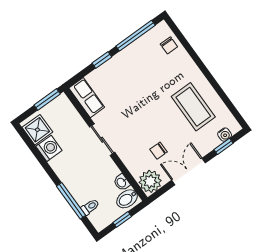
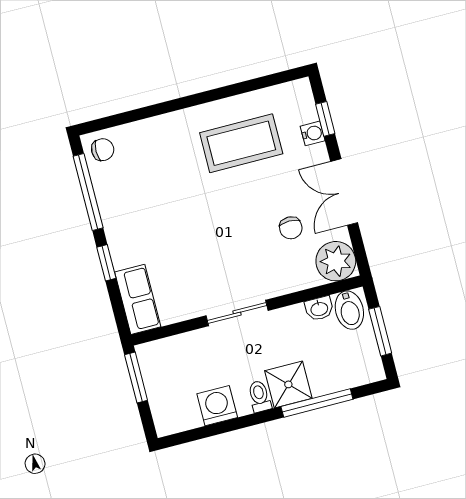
chair: (169, 45) -> (103, 150), moved
row of seats: (87, 98) -> (138, 299), moved, turned 90
shower: (37, 130) -> (288, 384), moved
water cooler: (225, 135) -> (313, 133), moved
toilet: (90, 207) -> (259, 396), moved
window: (122, 219) -> (380, 331), width x1.50

